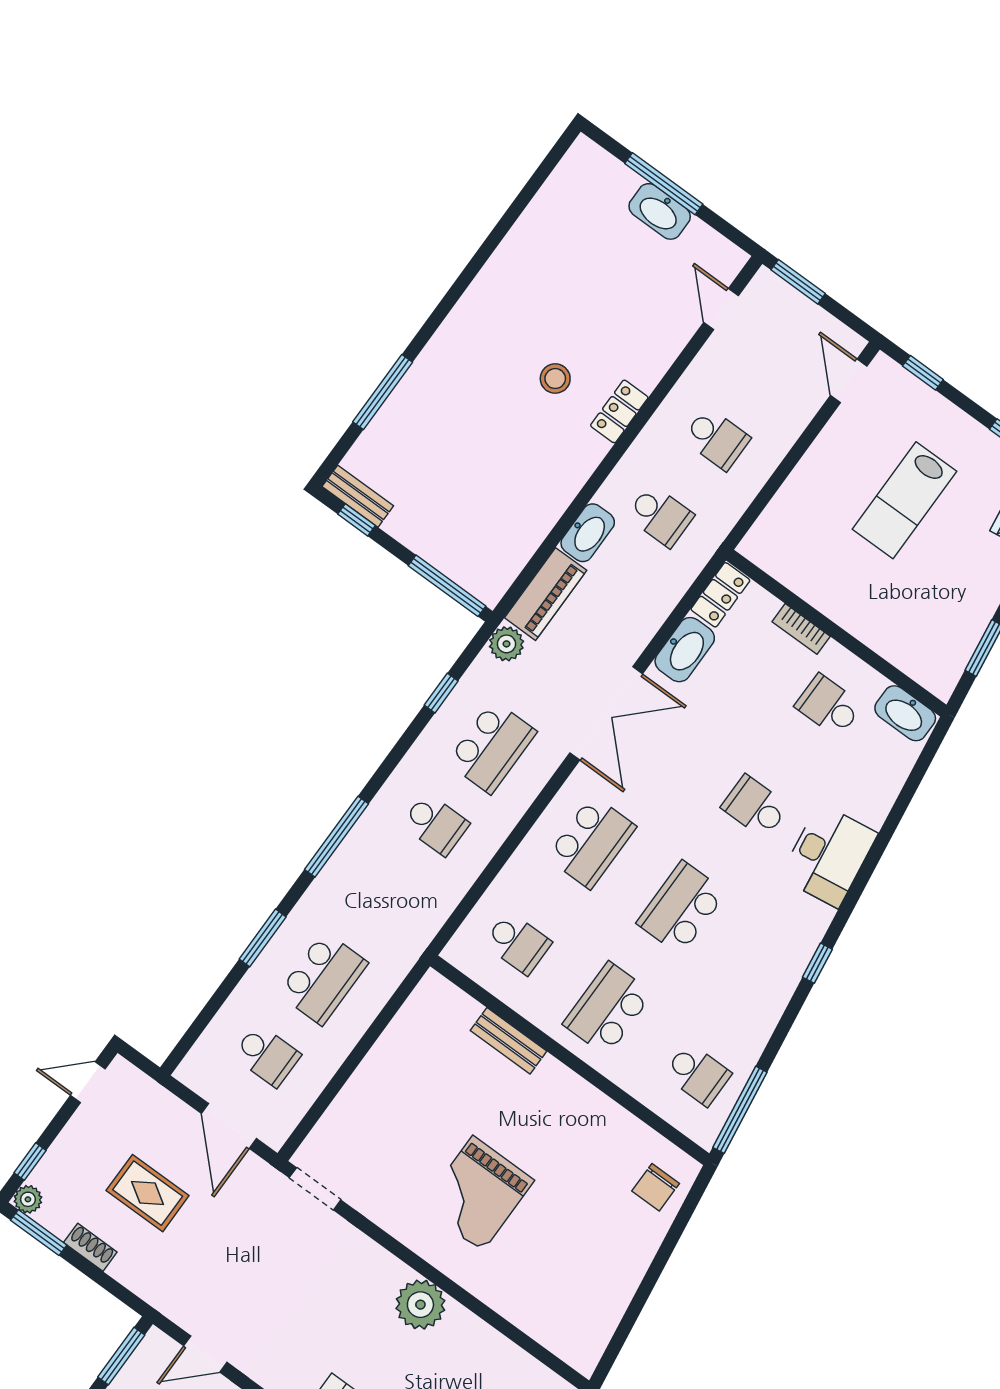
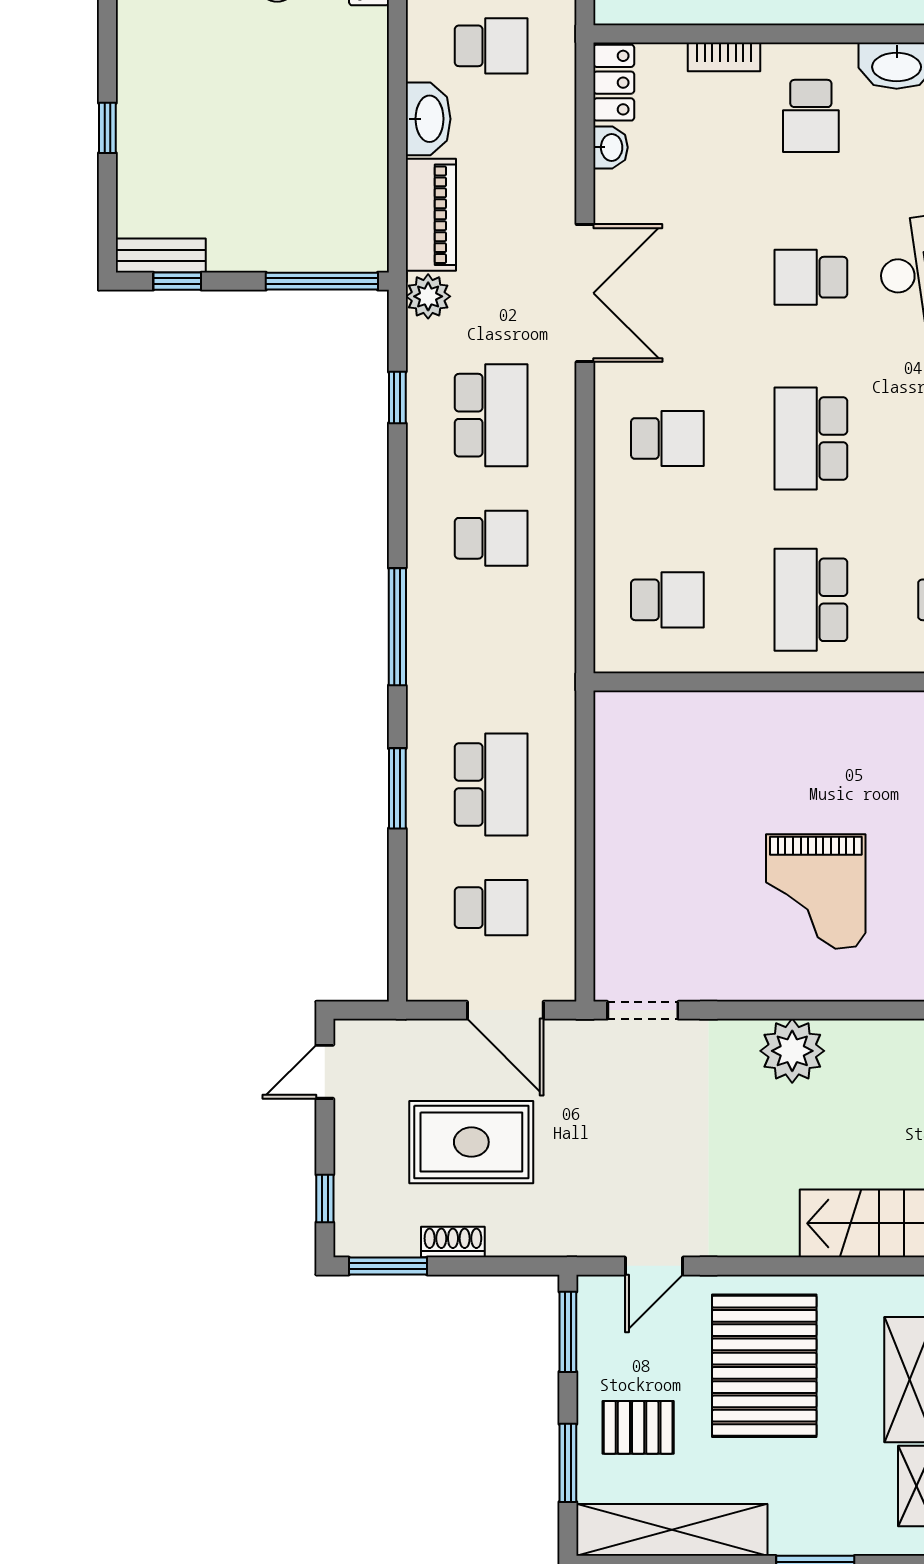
window: (383, 392) -> (107, 128), width x0.46
washbasin: (685, 650) -> (611, 147), width x0.52, depth x0.69
school desk: (829, 706) -> (811, 116), turned -90
school desk: (591, 842) -> (667, 439), width x0.54
bench: (509, 1041) -> (732, 709), removed
rug: (148, 1193) -> (471, 1142), width x1.36, depth x1.43
plant: (28, 1199) -> (351, 1239), removed
plant: (420, 1305) -> (792, 1051), moved

